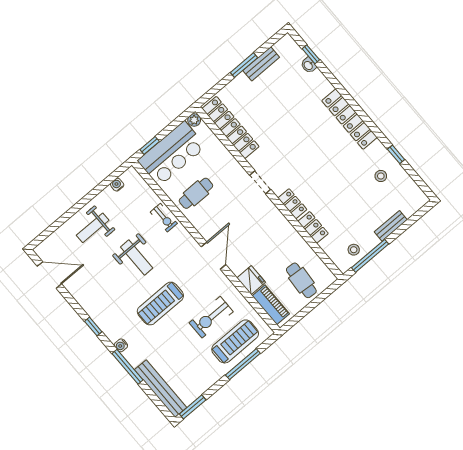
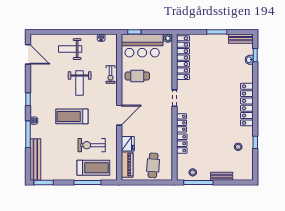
bench: (261, 64) -> (241, 39), moved

